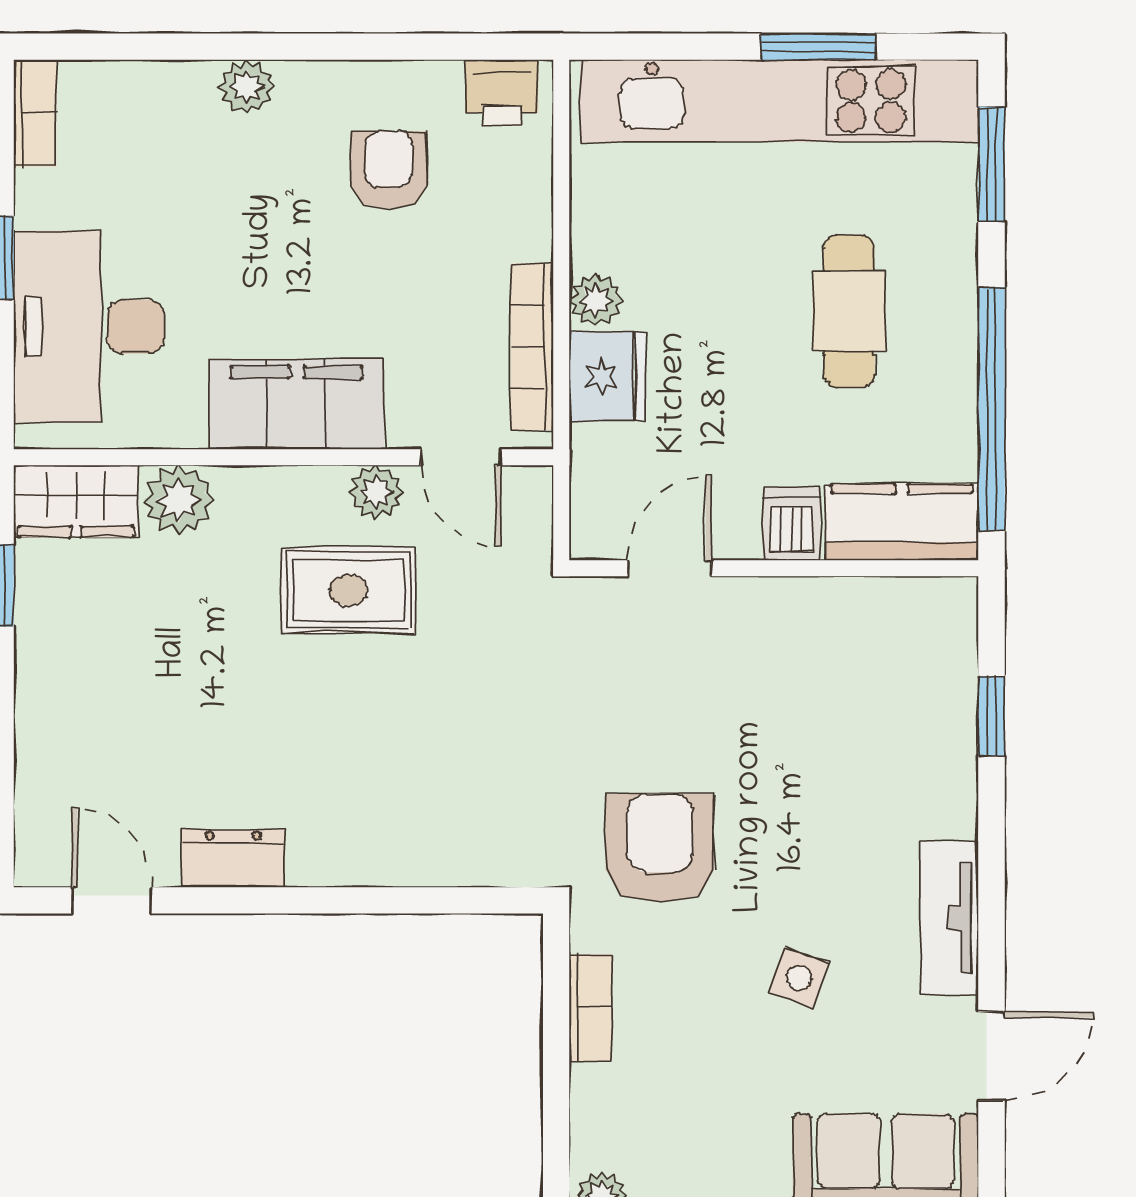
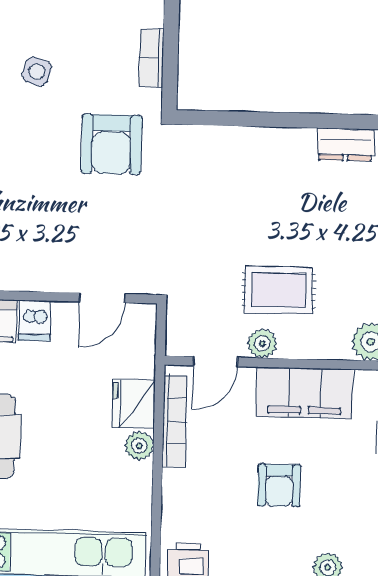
armchair: (389, 170) -> (279, 485), moved
door: (461, 457) -> (215, 361), swing flipped

